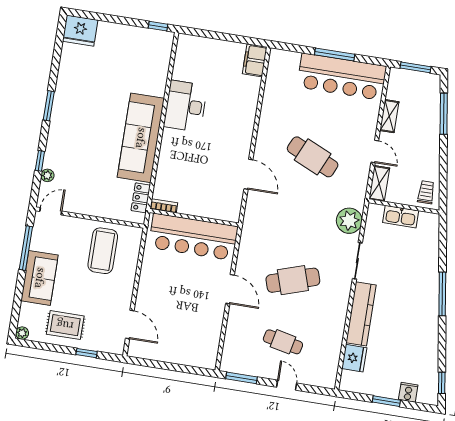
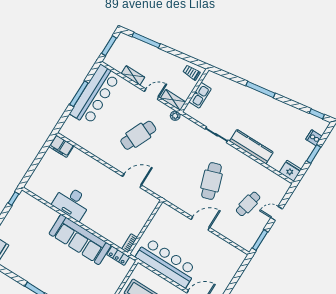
plant: (349, 221) -> (175, 116), moved, width x0.53, depth x0.53
bar counter: (193, 237) -> (166, 263), moved, turned -90
fridge: (354, 358) -> (290, 171), moved

